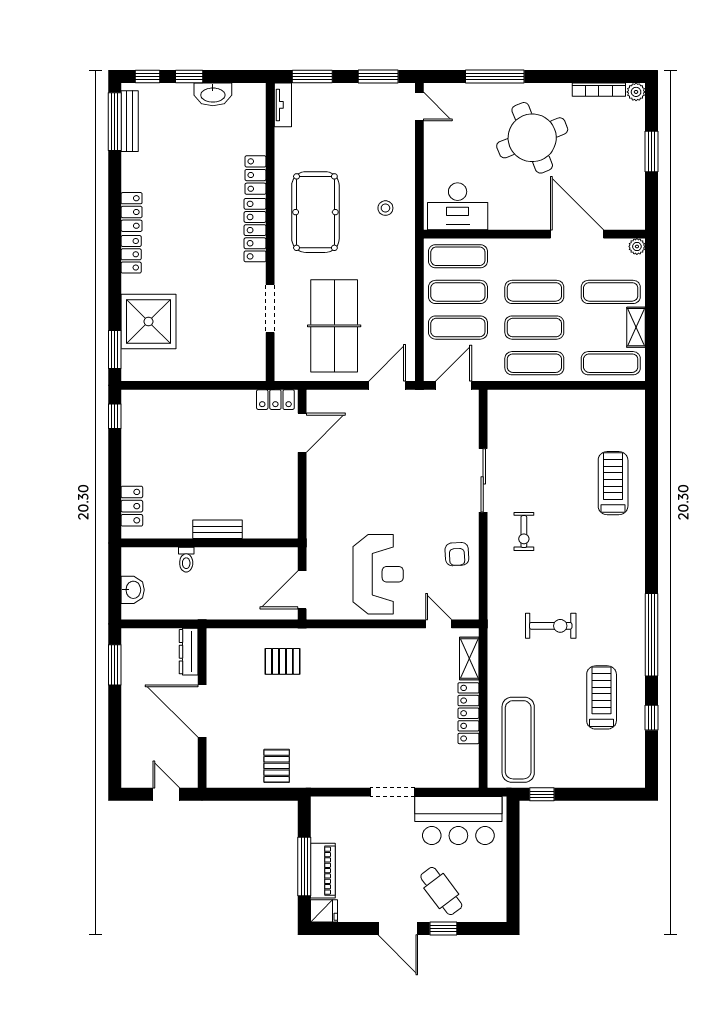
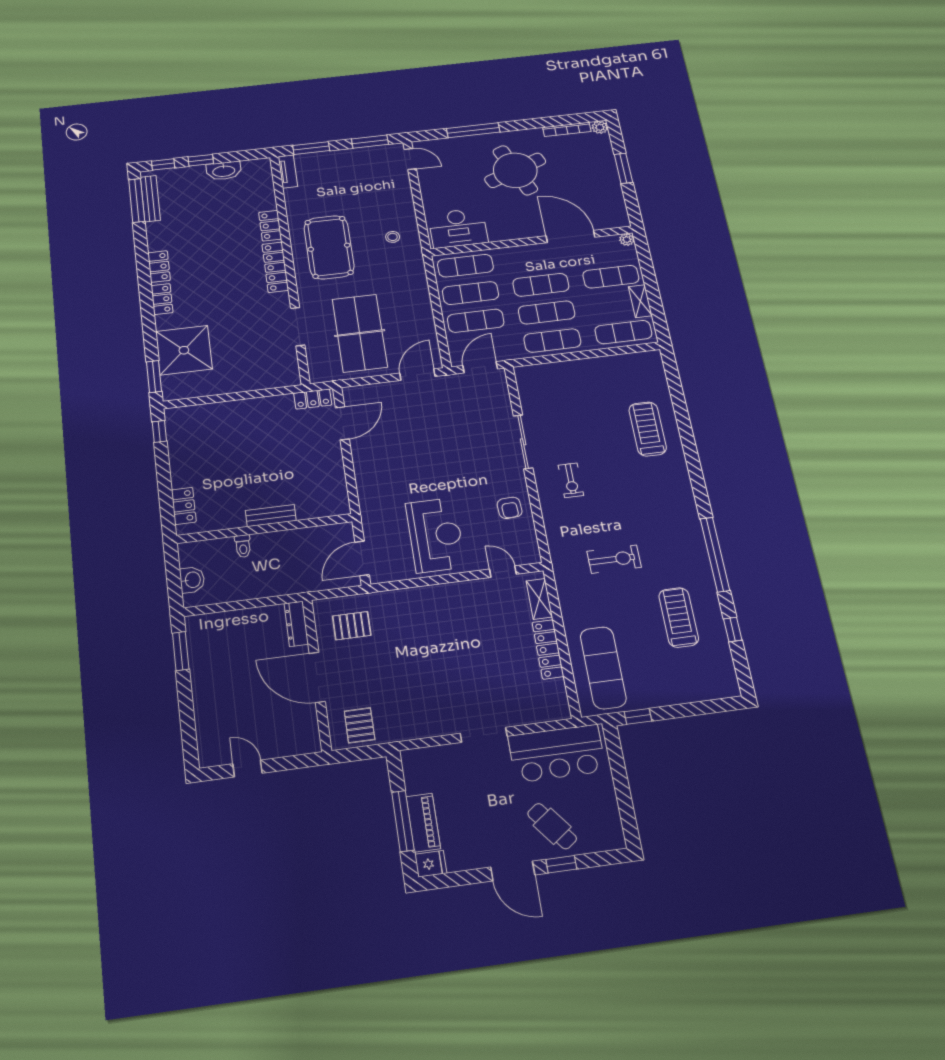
dresser: (189, 652) -> (296, 624), moved
wall: (202, 708) -> (317, 675), moved
door: (202, 711) -> (317, 677), moved

